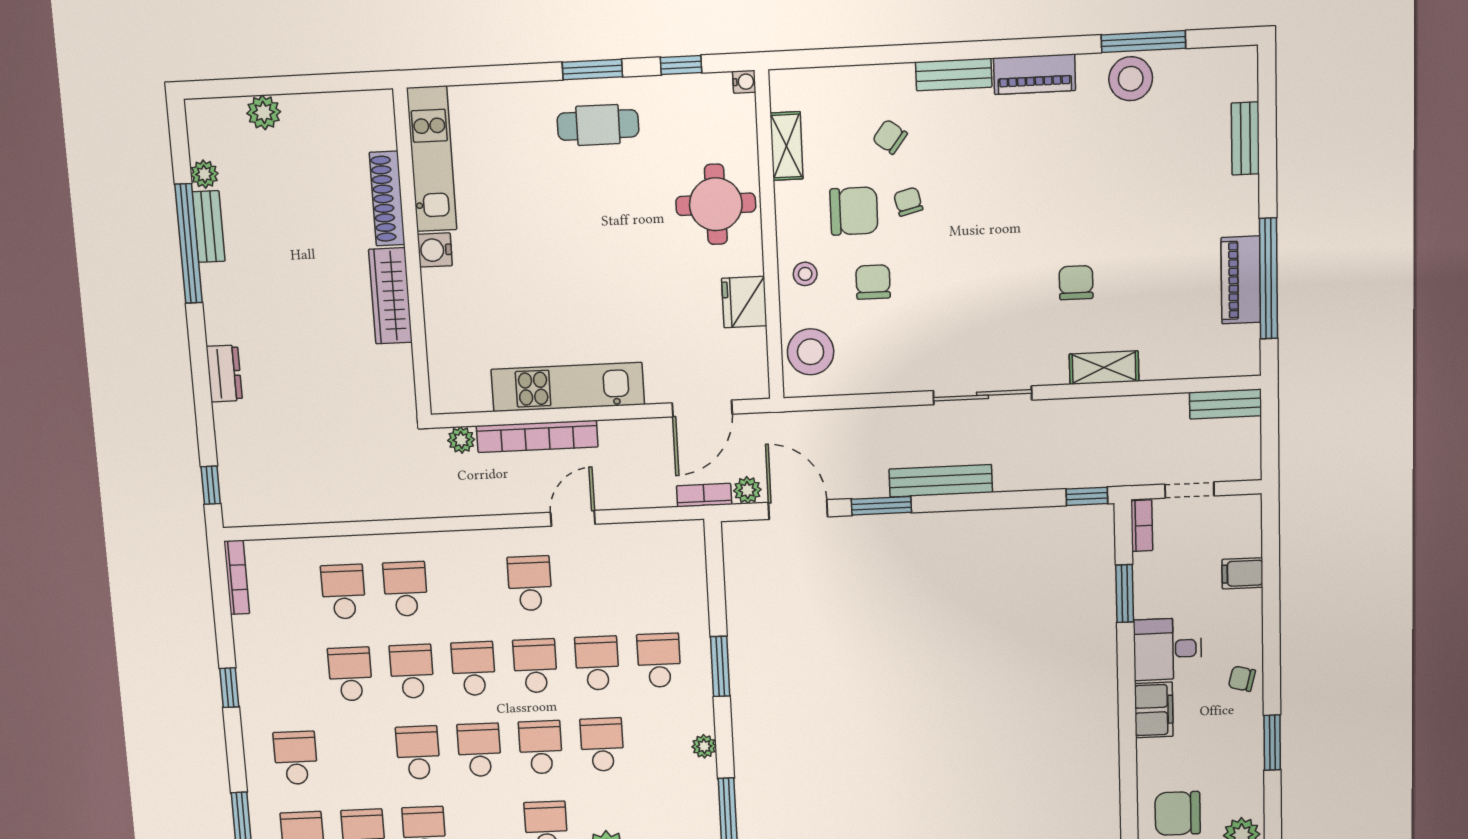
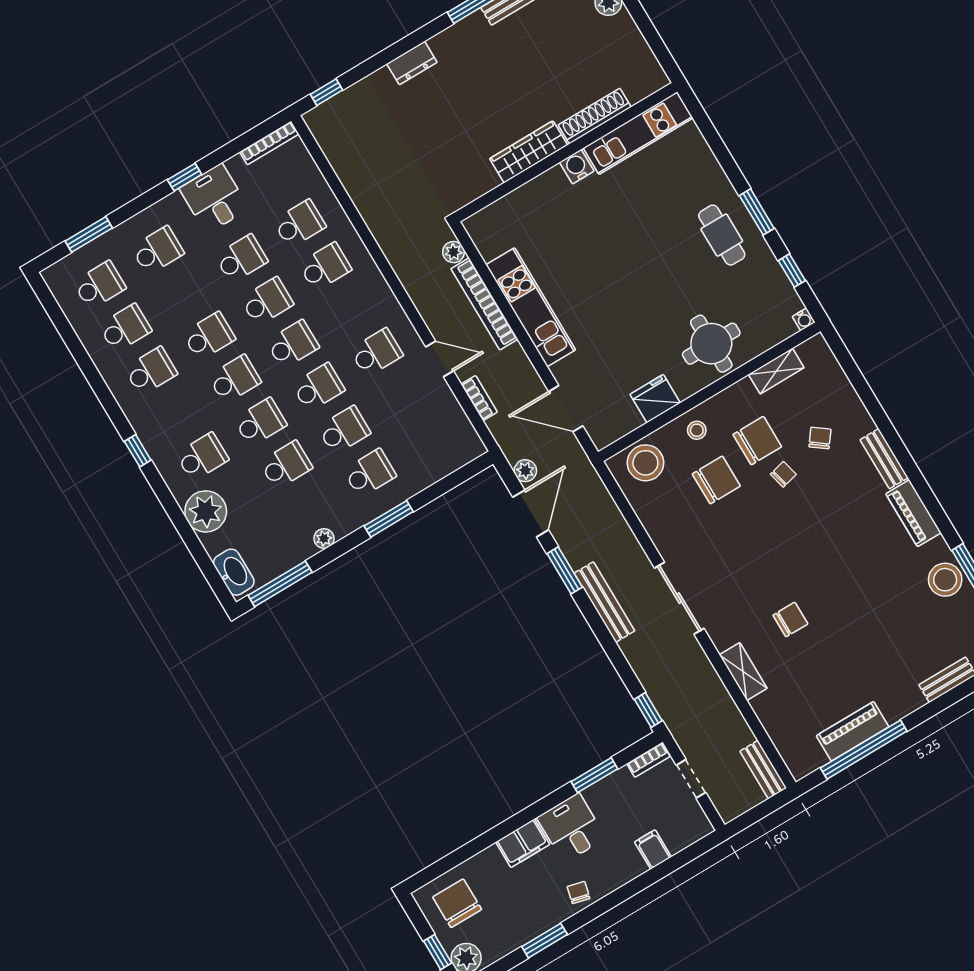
chair: (854, 211) -> (757, 441), turned -90
chair: (873, 282) -> (716, 480), width x1.37, depth x1.37
bookcase: (704, 495) -> (479, 398), moved
desk: (269, 668) -> (214, 199), added

